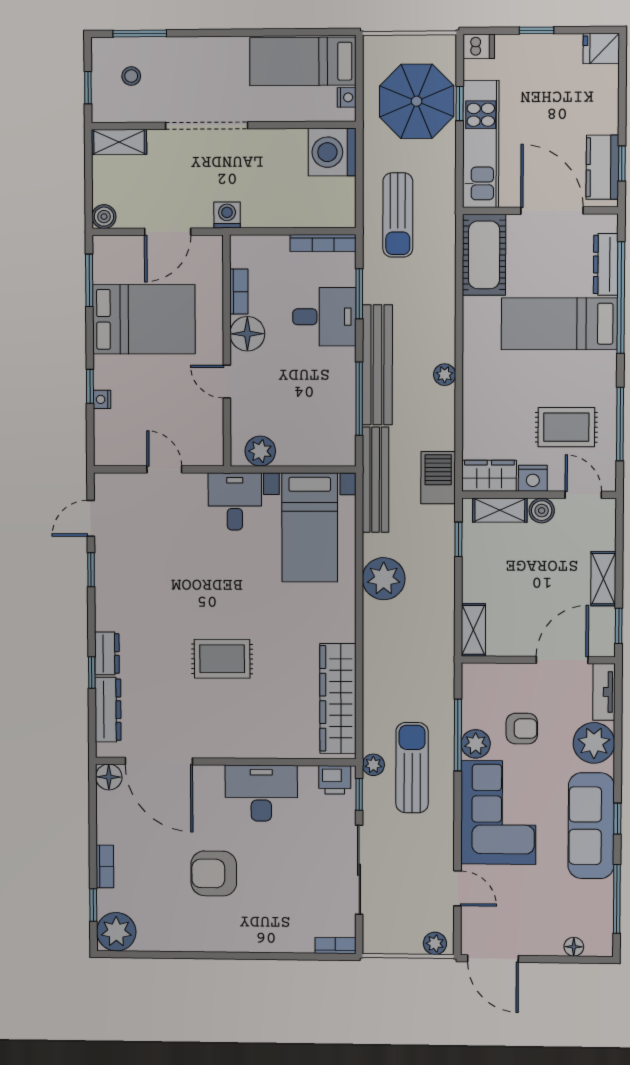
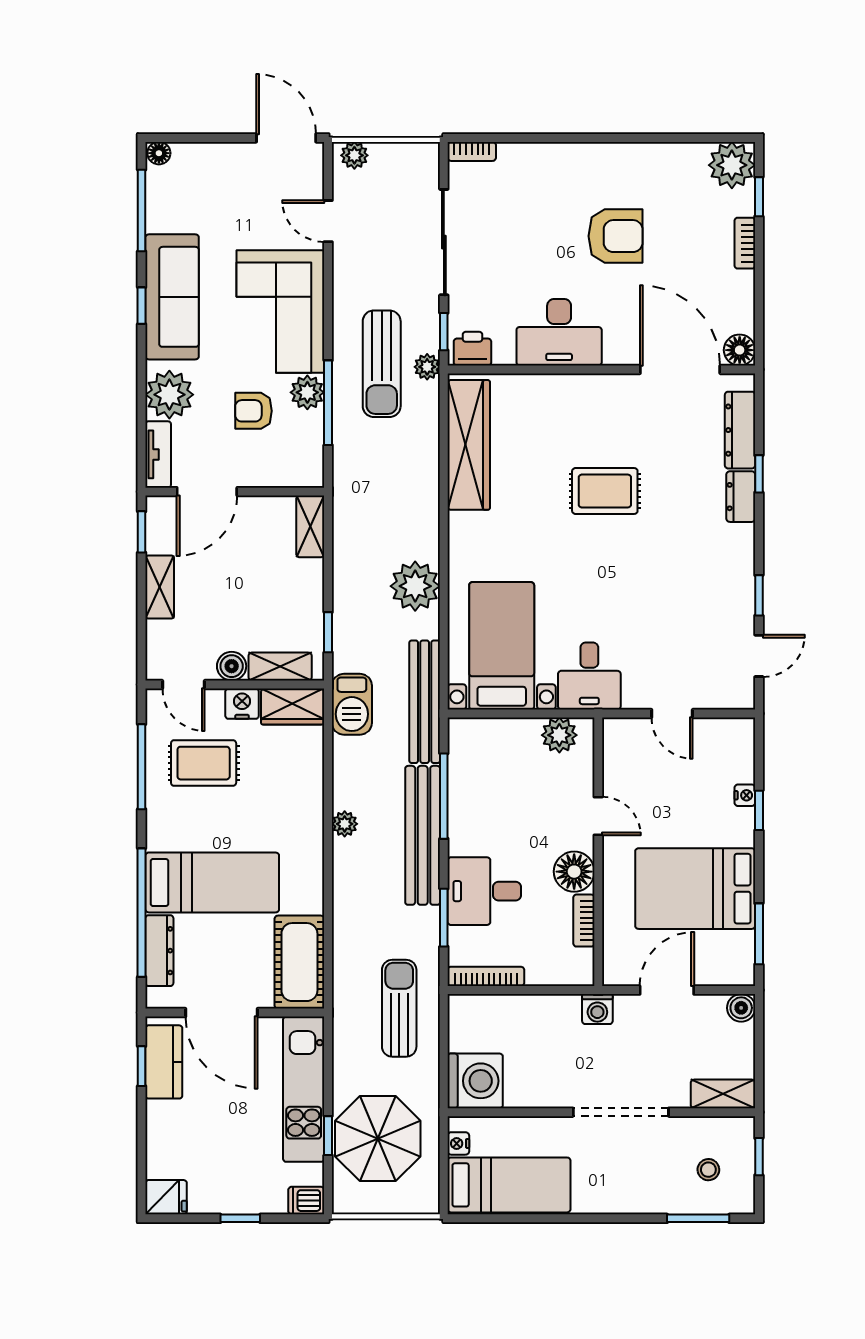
floor lamp: (574, 947) -> (159, 153), moved

